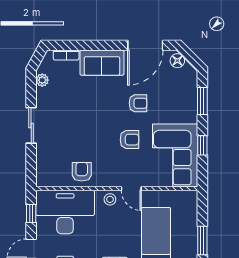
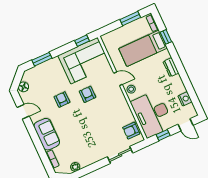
door: (145, 45) -> (23, 112), width x0.53
sliding door: (31, 125) -> (120, 155), moved
window: (202, 145) -> (82, 41), moved
armchair: (82, 172) -> (131, 131), moved
door: (131, 189) -> (118, 79), hinge flipped

